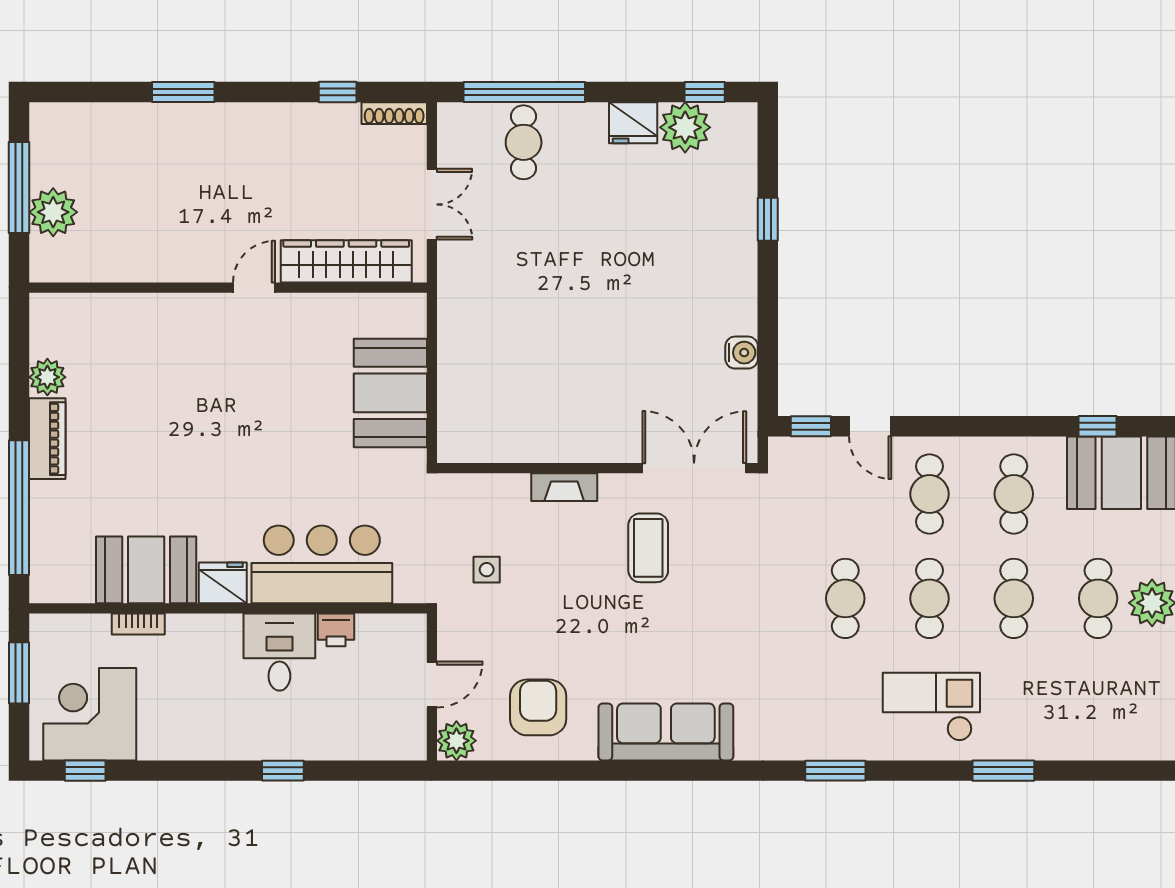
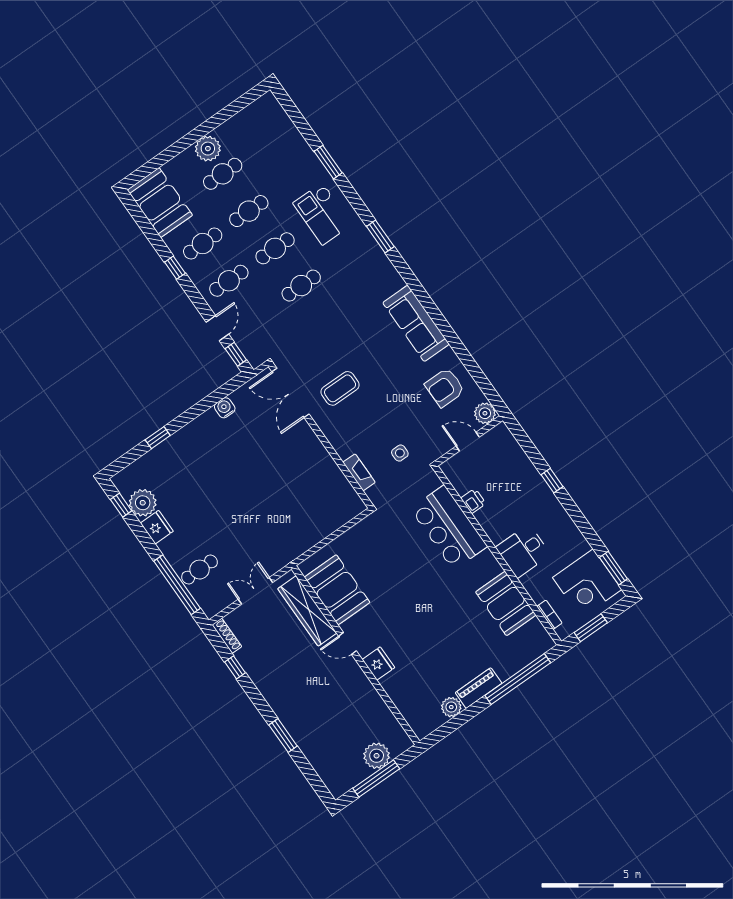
booth: (390, 393) -> (337, 590), moved, turned 90
window: (1097, 426) -> (175, 268), moved
fireplace: (564, 487) -> (359, 472), moved
fridge: (223, 583) -> (378, 664), moved, turned 180
bookcase: (138, 624) -> (549, 615), moved
desk: (279, 652) -> (523, 551), moved
window: (85, 771) -> (613, 568), width x1.50

